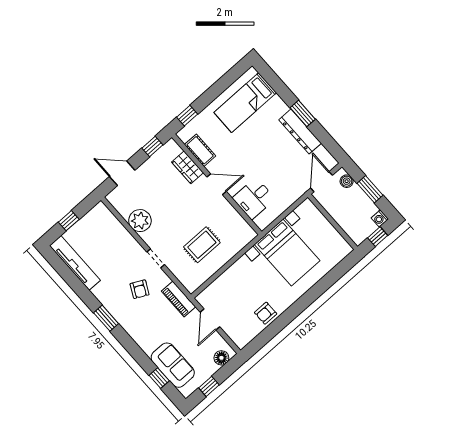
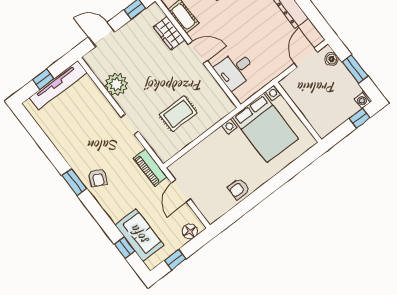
wall: (333, 222) -> (298, 112), moved
tv unit: (75, 263) -> (58, 85), moved, turned 90
armchair: (140, 289) -> (98, 178), moved

